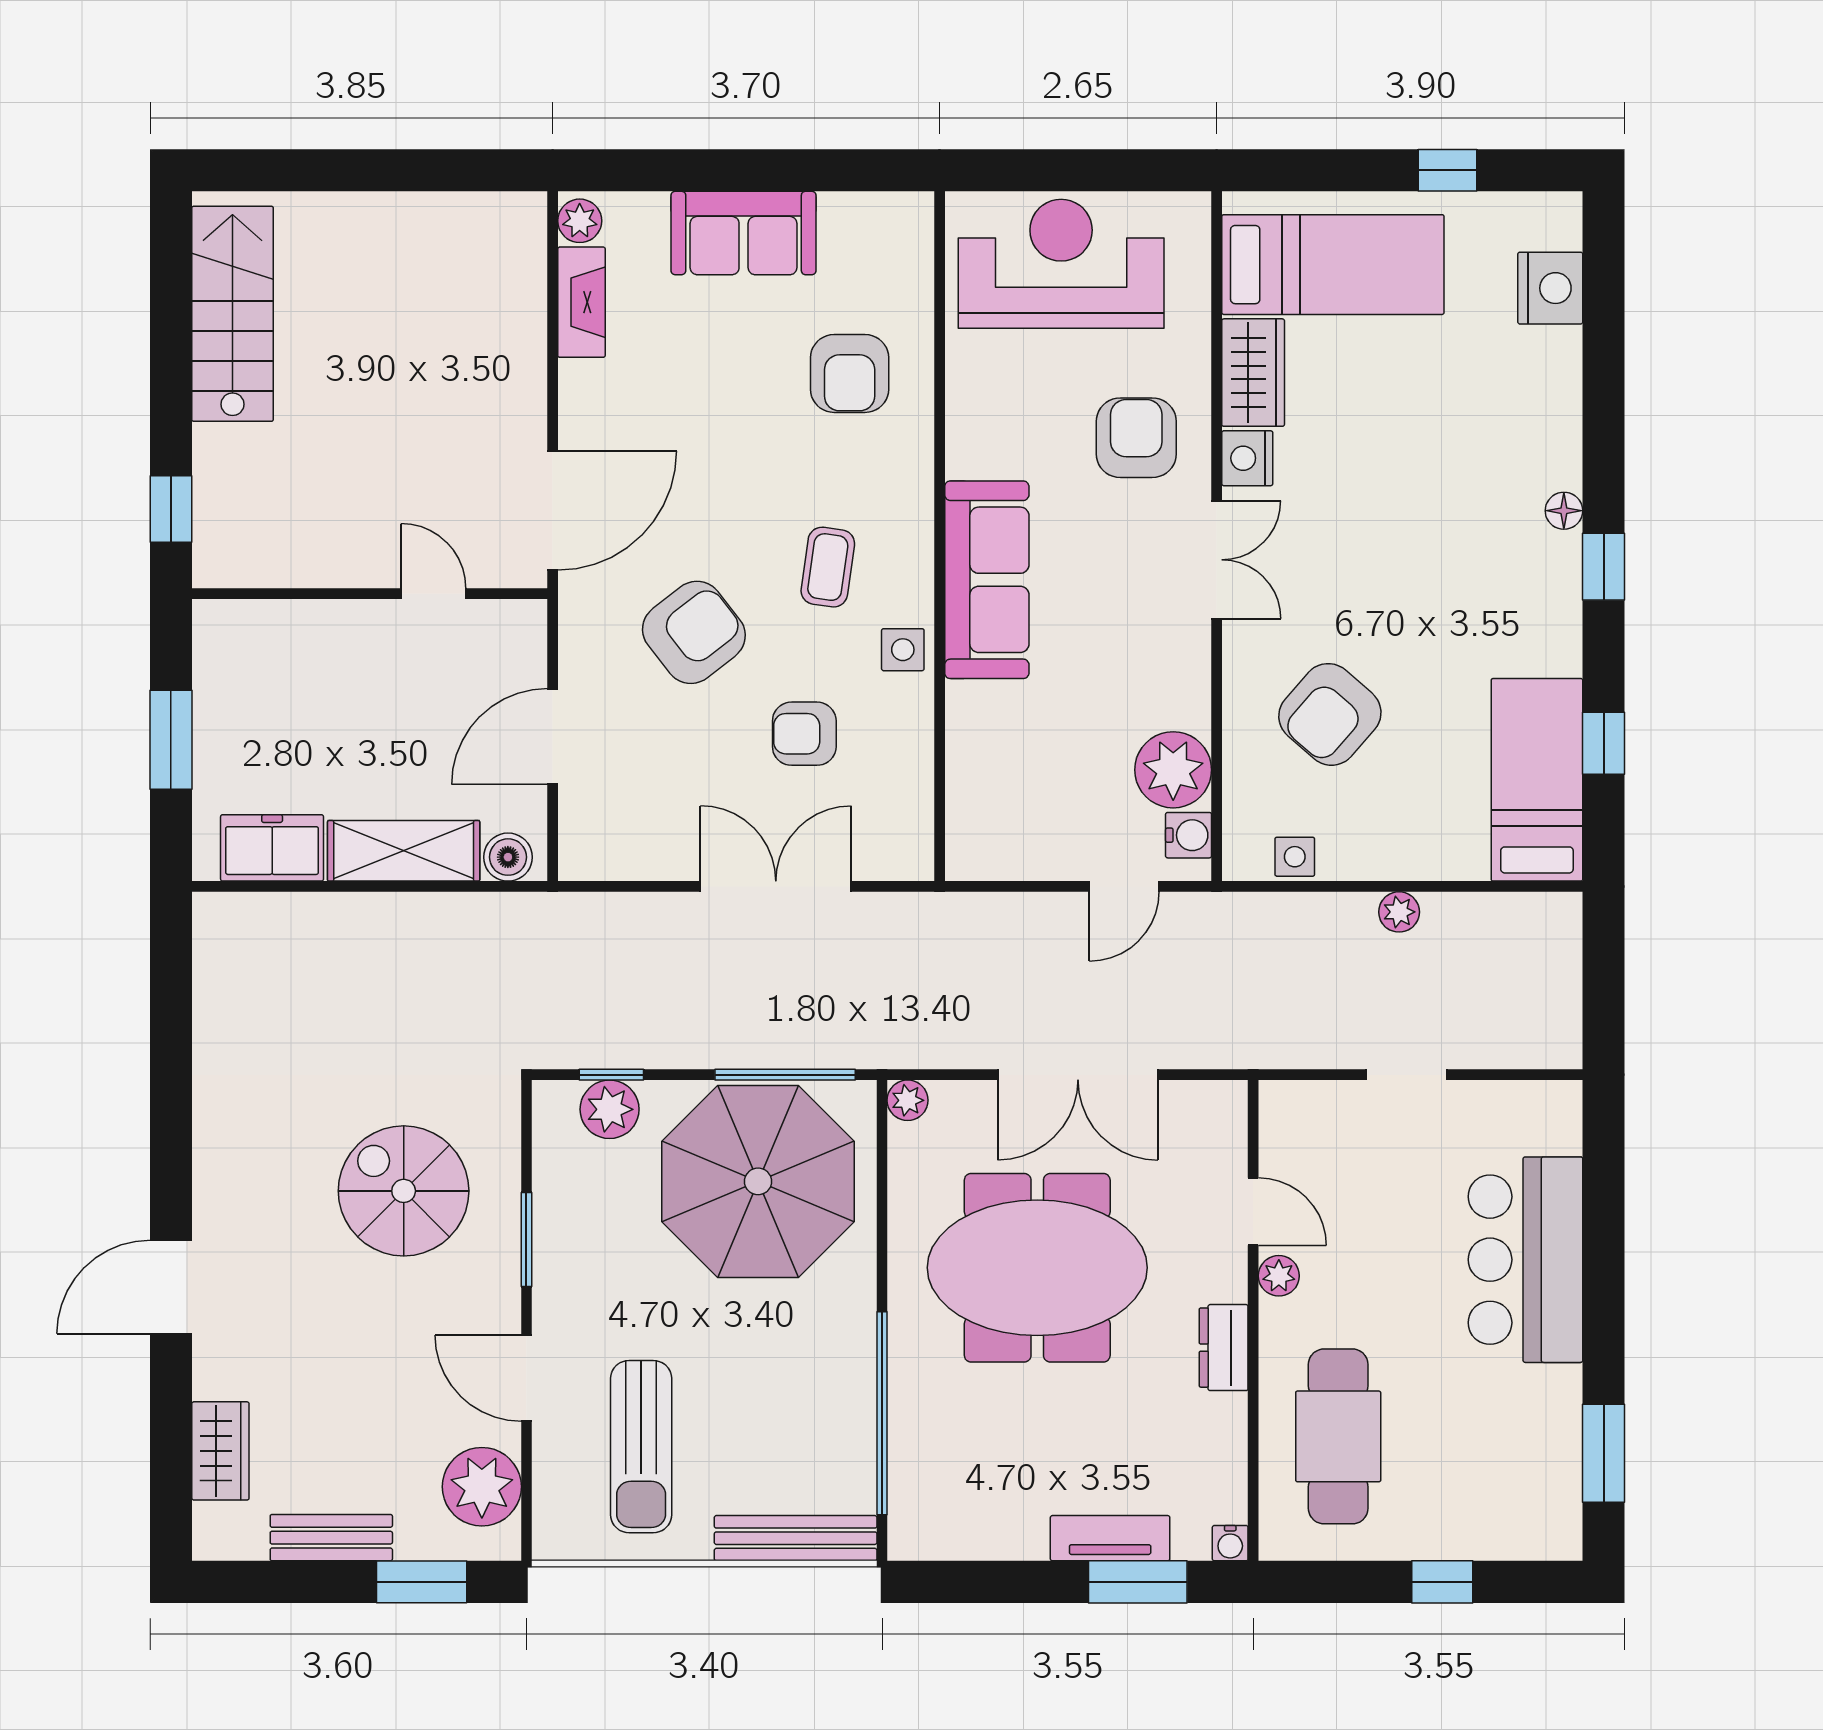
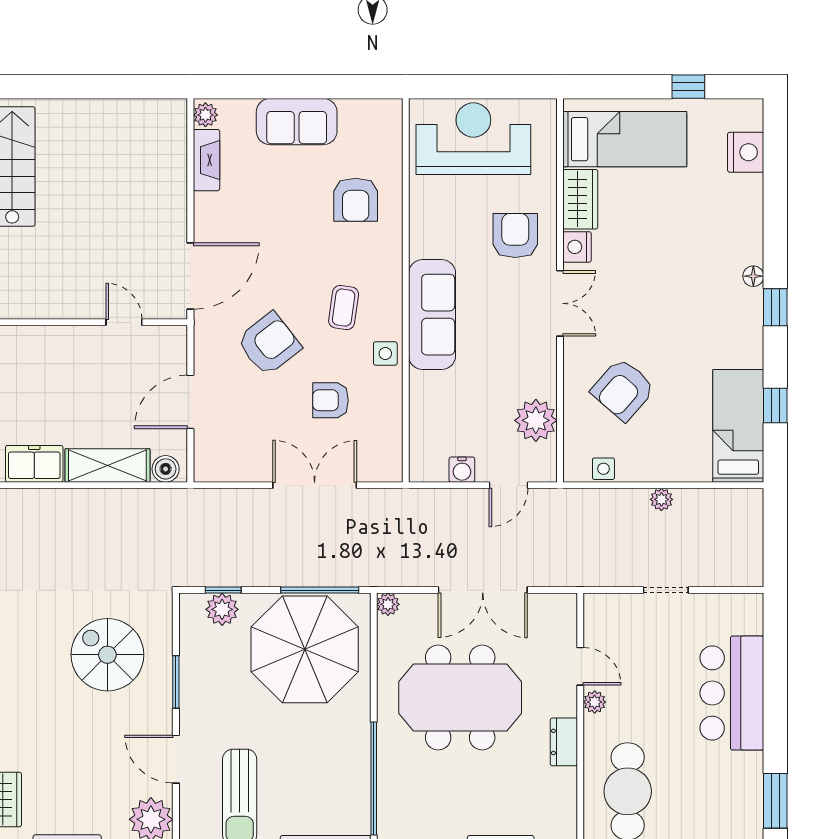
water cooler: (1189, 835) -> (462, 470), moved, turned 90

